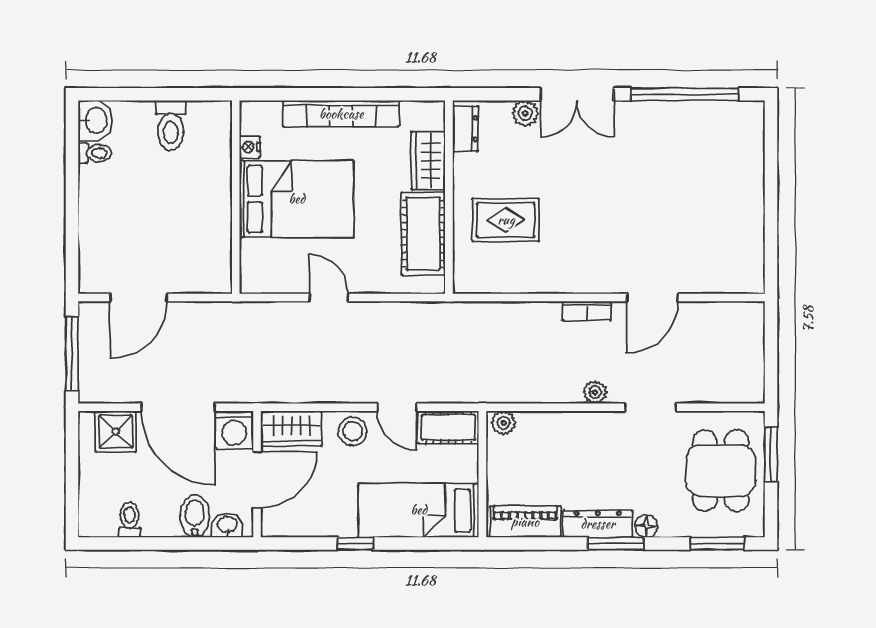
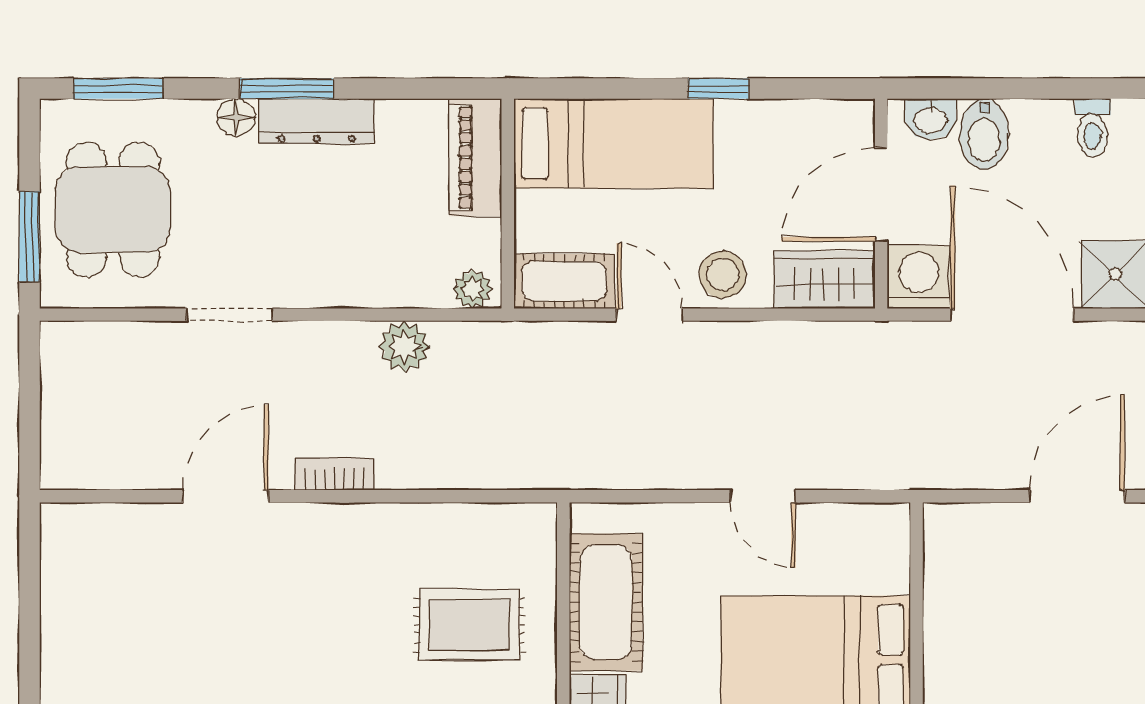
plant: (595, 392) -> (404, 346), moved, width x1.38, depth x1.38
piano: (525, 522) -> (475, 157), moved, turned 90

